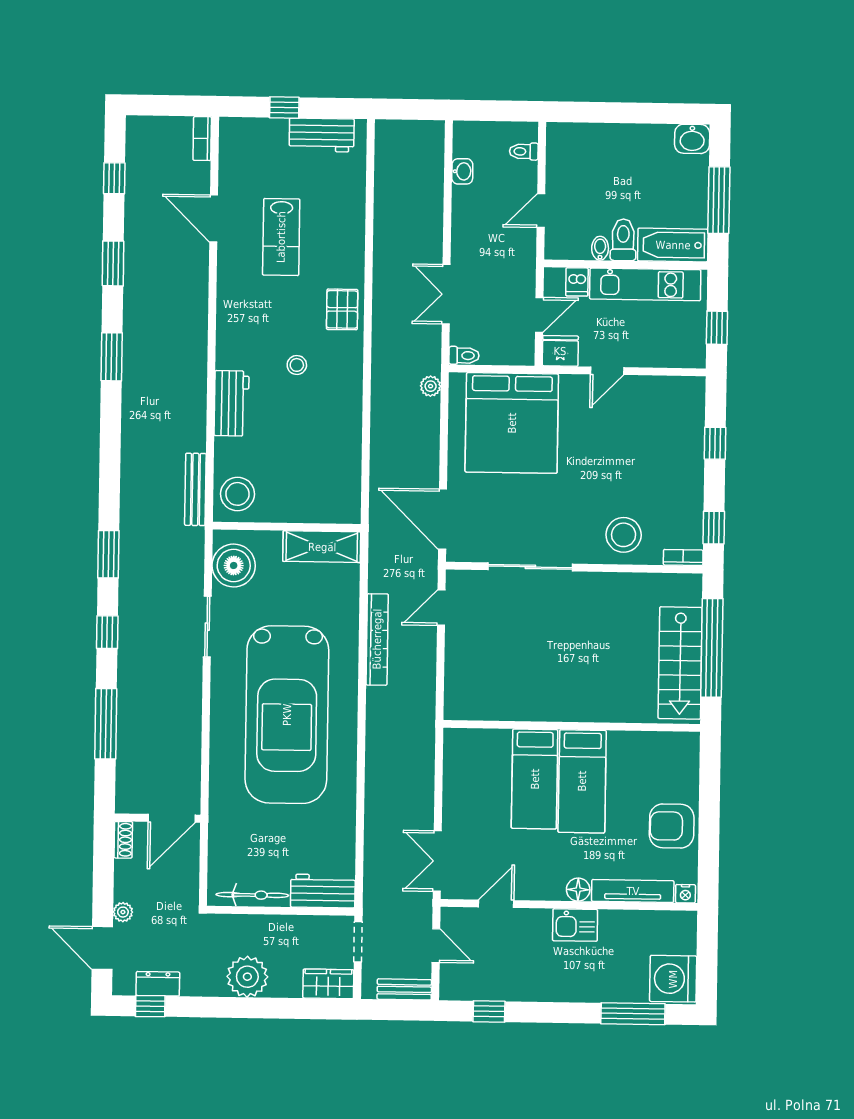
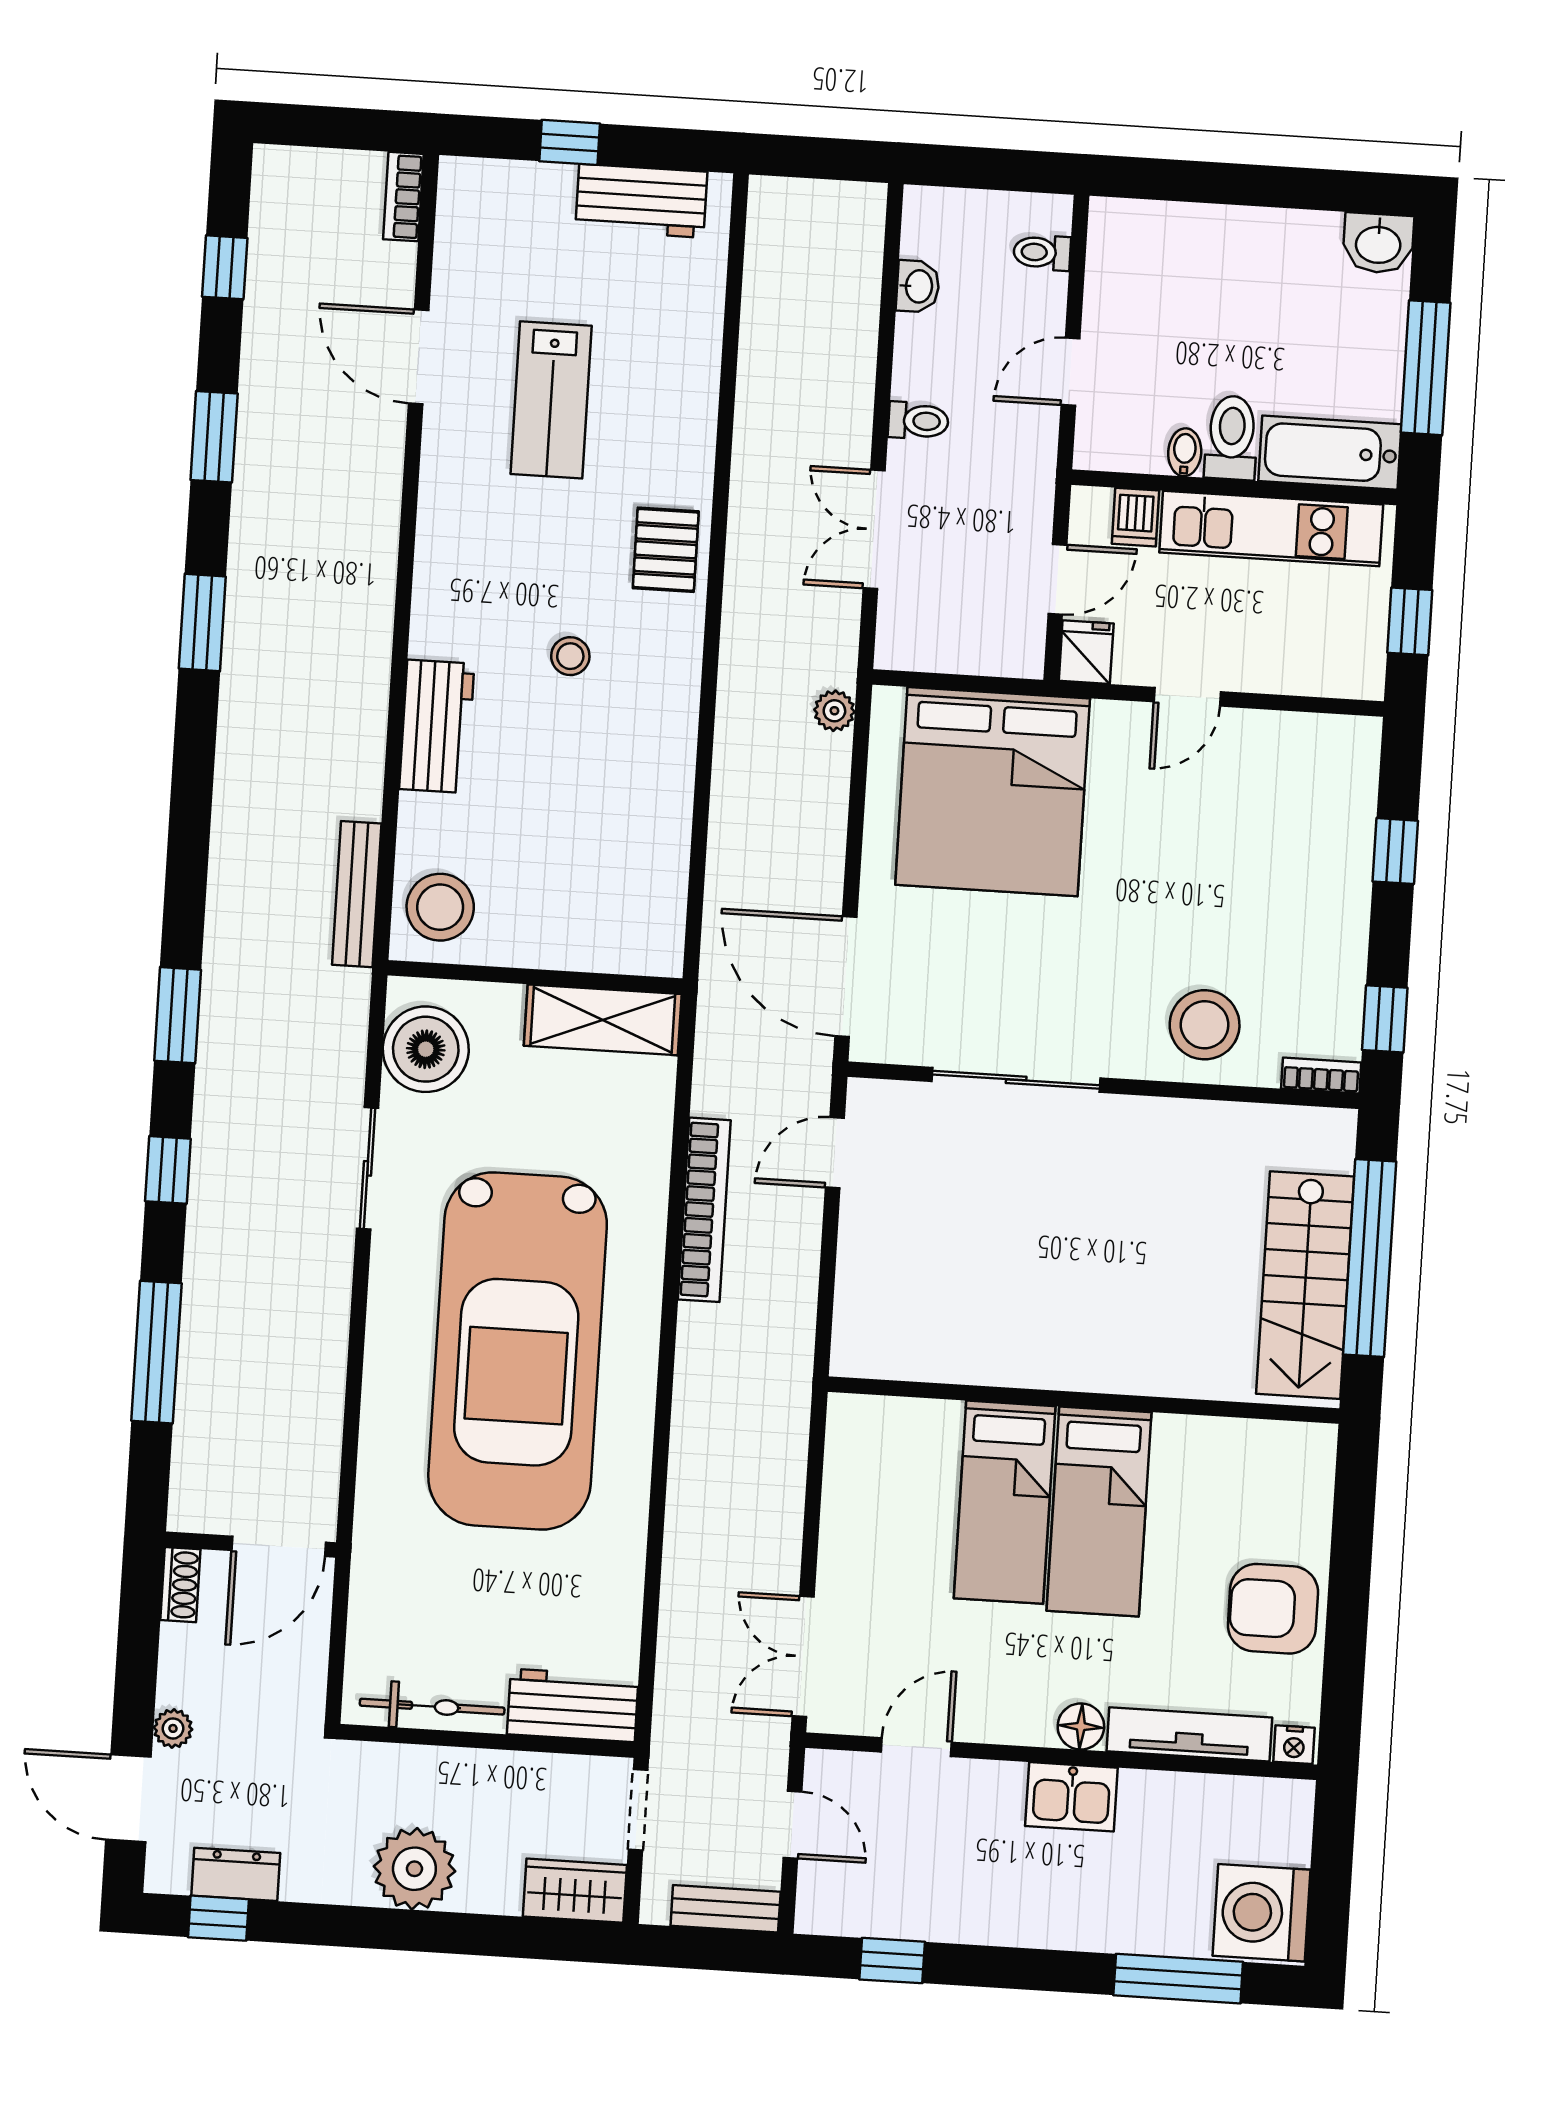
fridge: (560, 351) -> (1086, 652), width x0.72
toilet: (464, 356) -> (918, 421), moved

